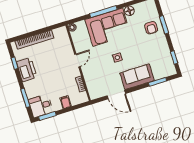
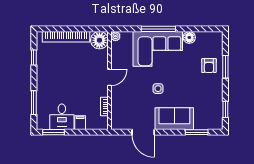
floor lamp: (61, 34) -> (99, 40), added
printer: (27, 70) -> (46, 69), removed
desk: (41, 106) -> (62, 117), moved, turned -90

